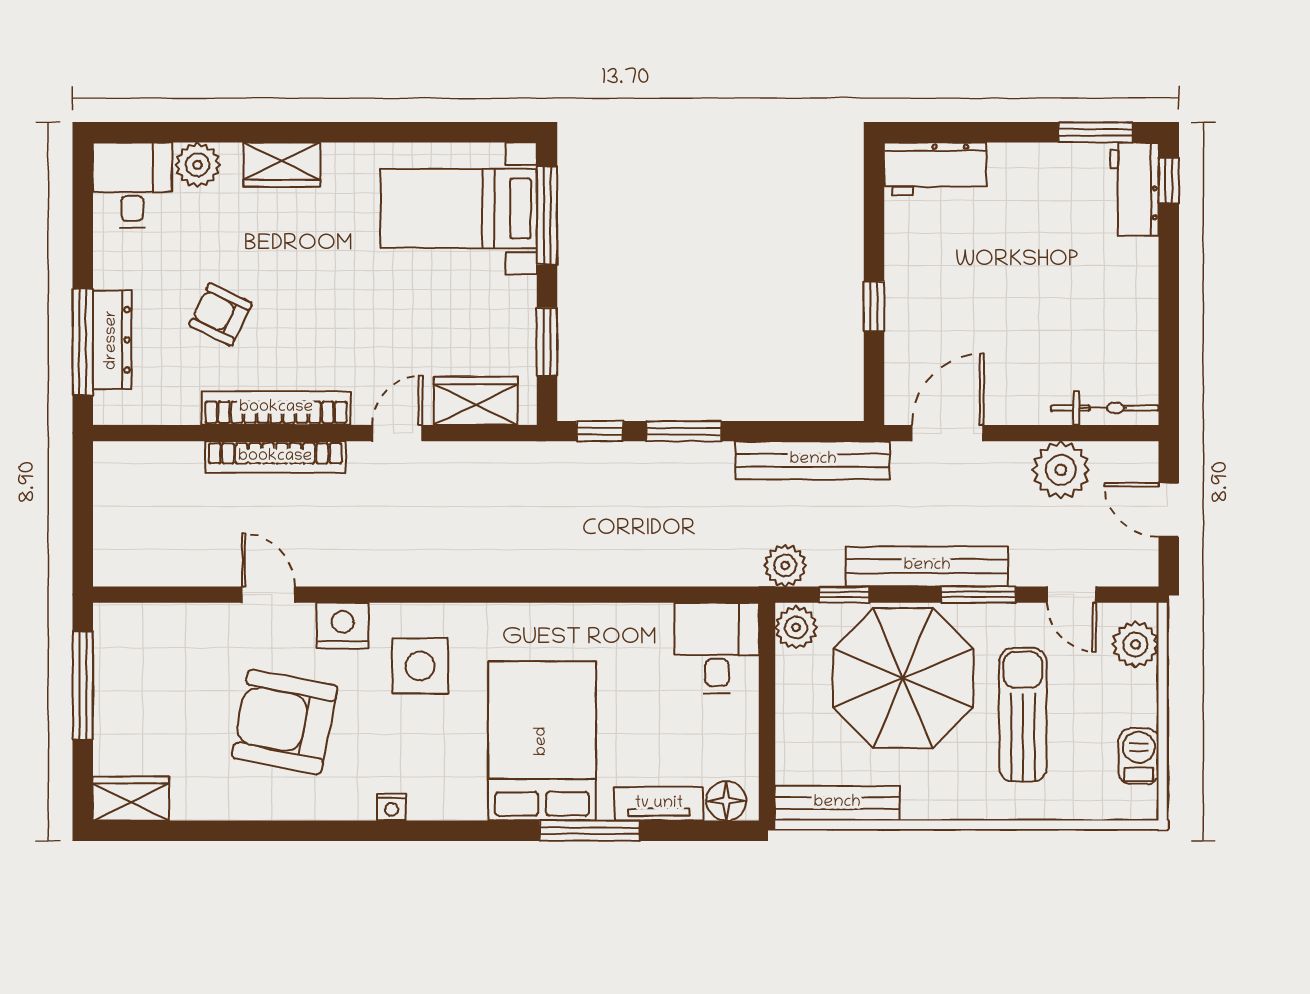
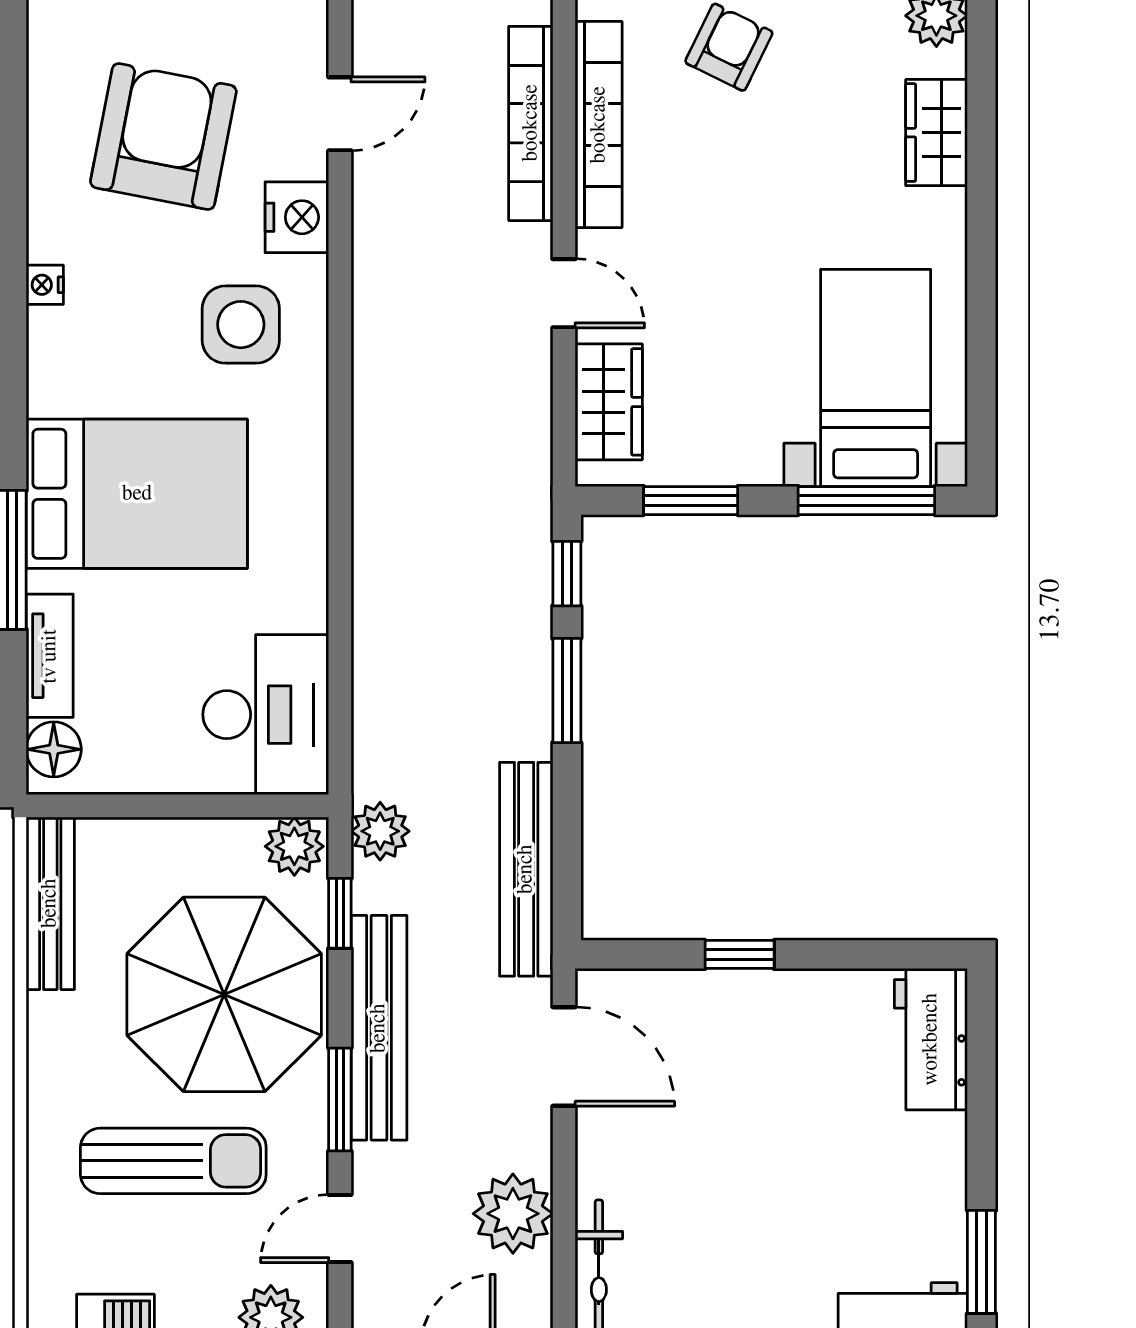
desk: (717, 648) -> (266, 715), width x1.37

